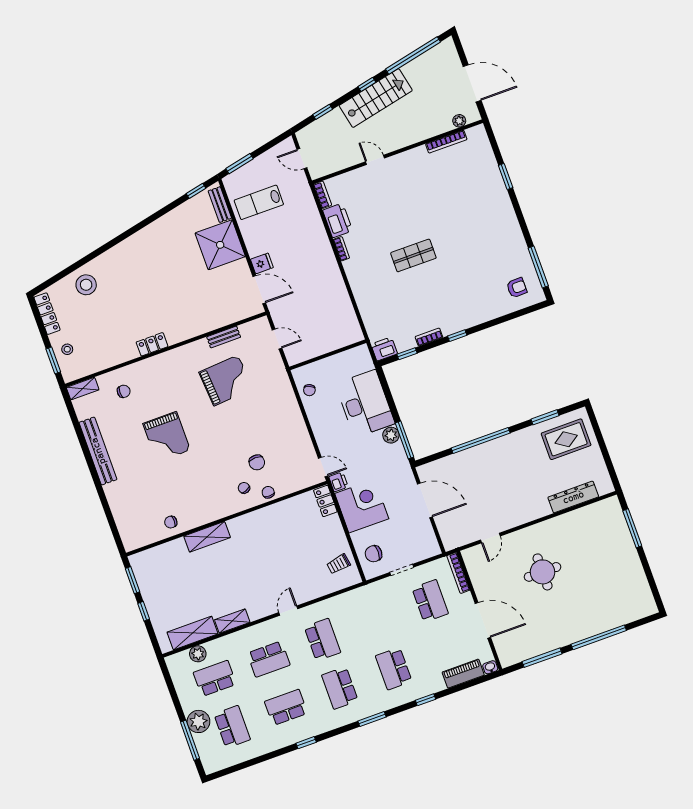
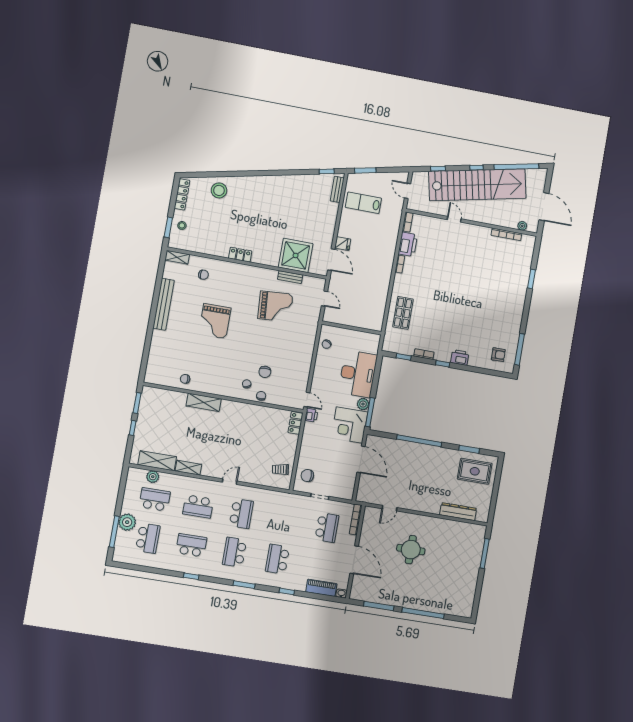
stairs: (376, 98) -> (477, 185), width x1.86, depth x1.51
shower: (220, 245) -> (296, 255), moved
shop shelf: (413, 255) -> (403, 313), moved, turned 90
printer: (384, 349) -> (460, 357), moved
corner desk: (362, 506) -> (349, 425), moved, turned 180

